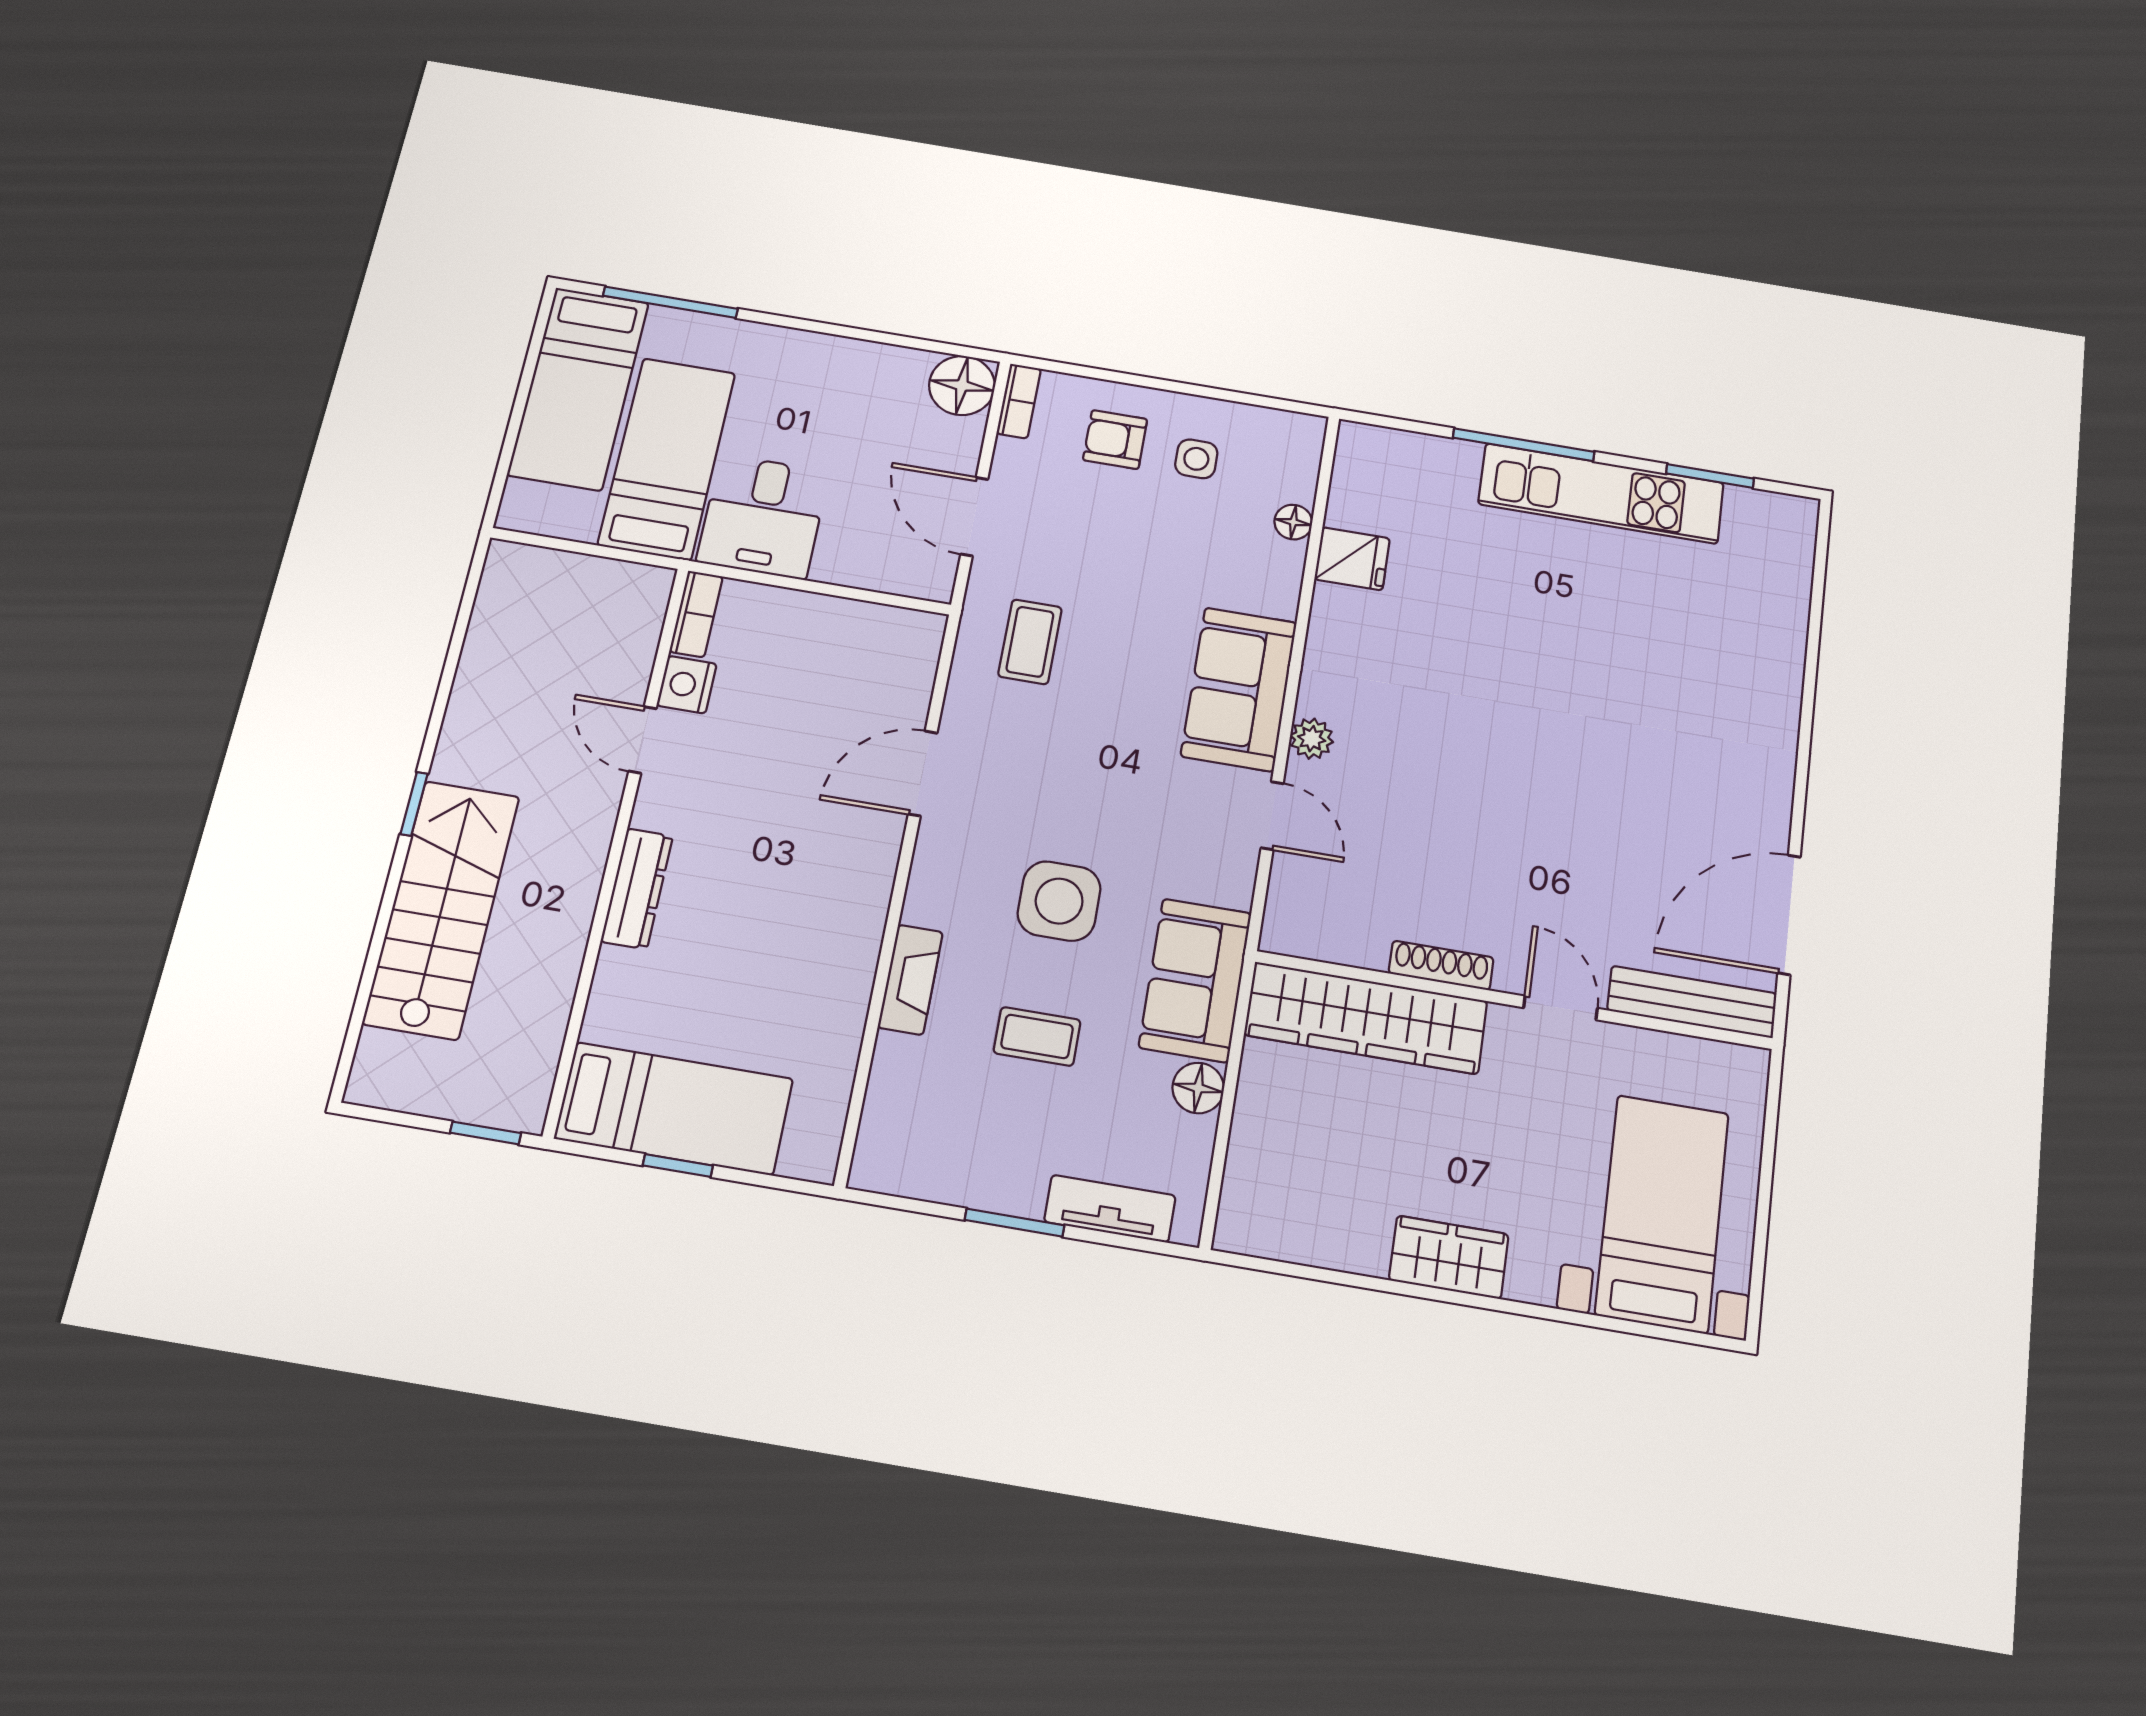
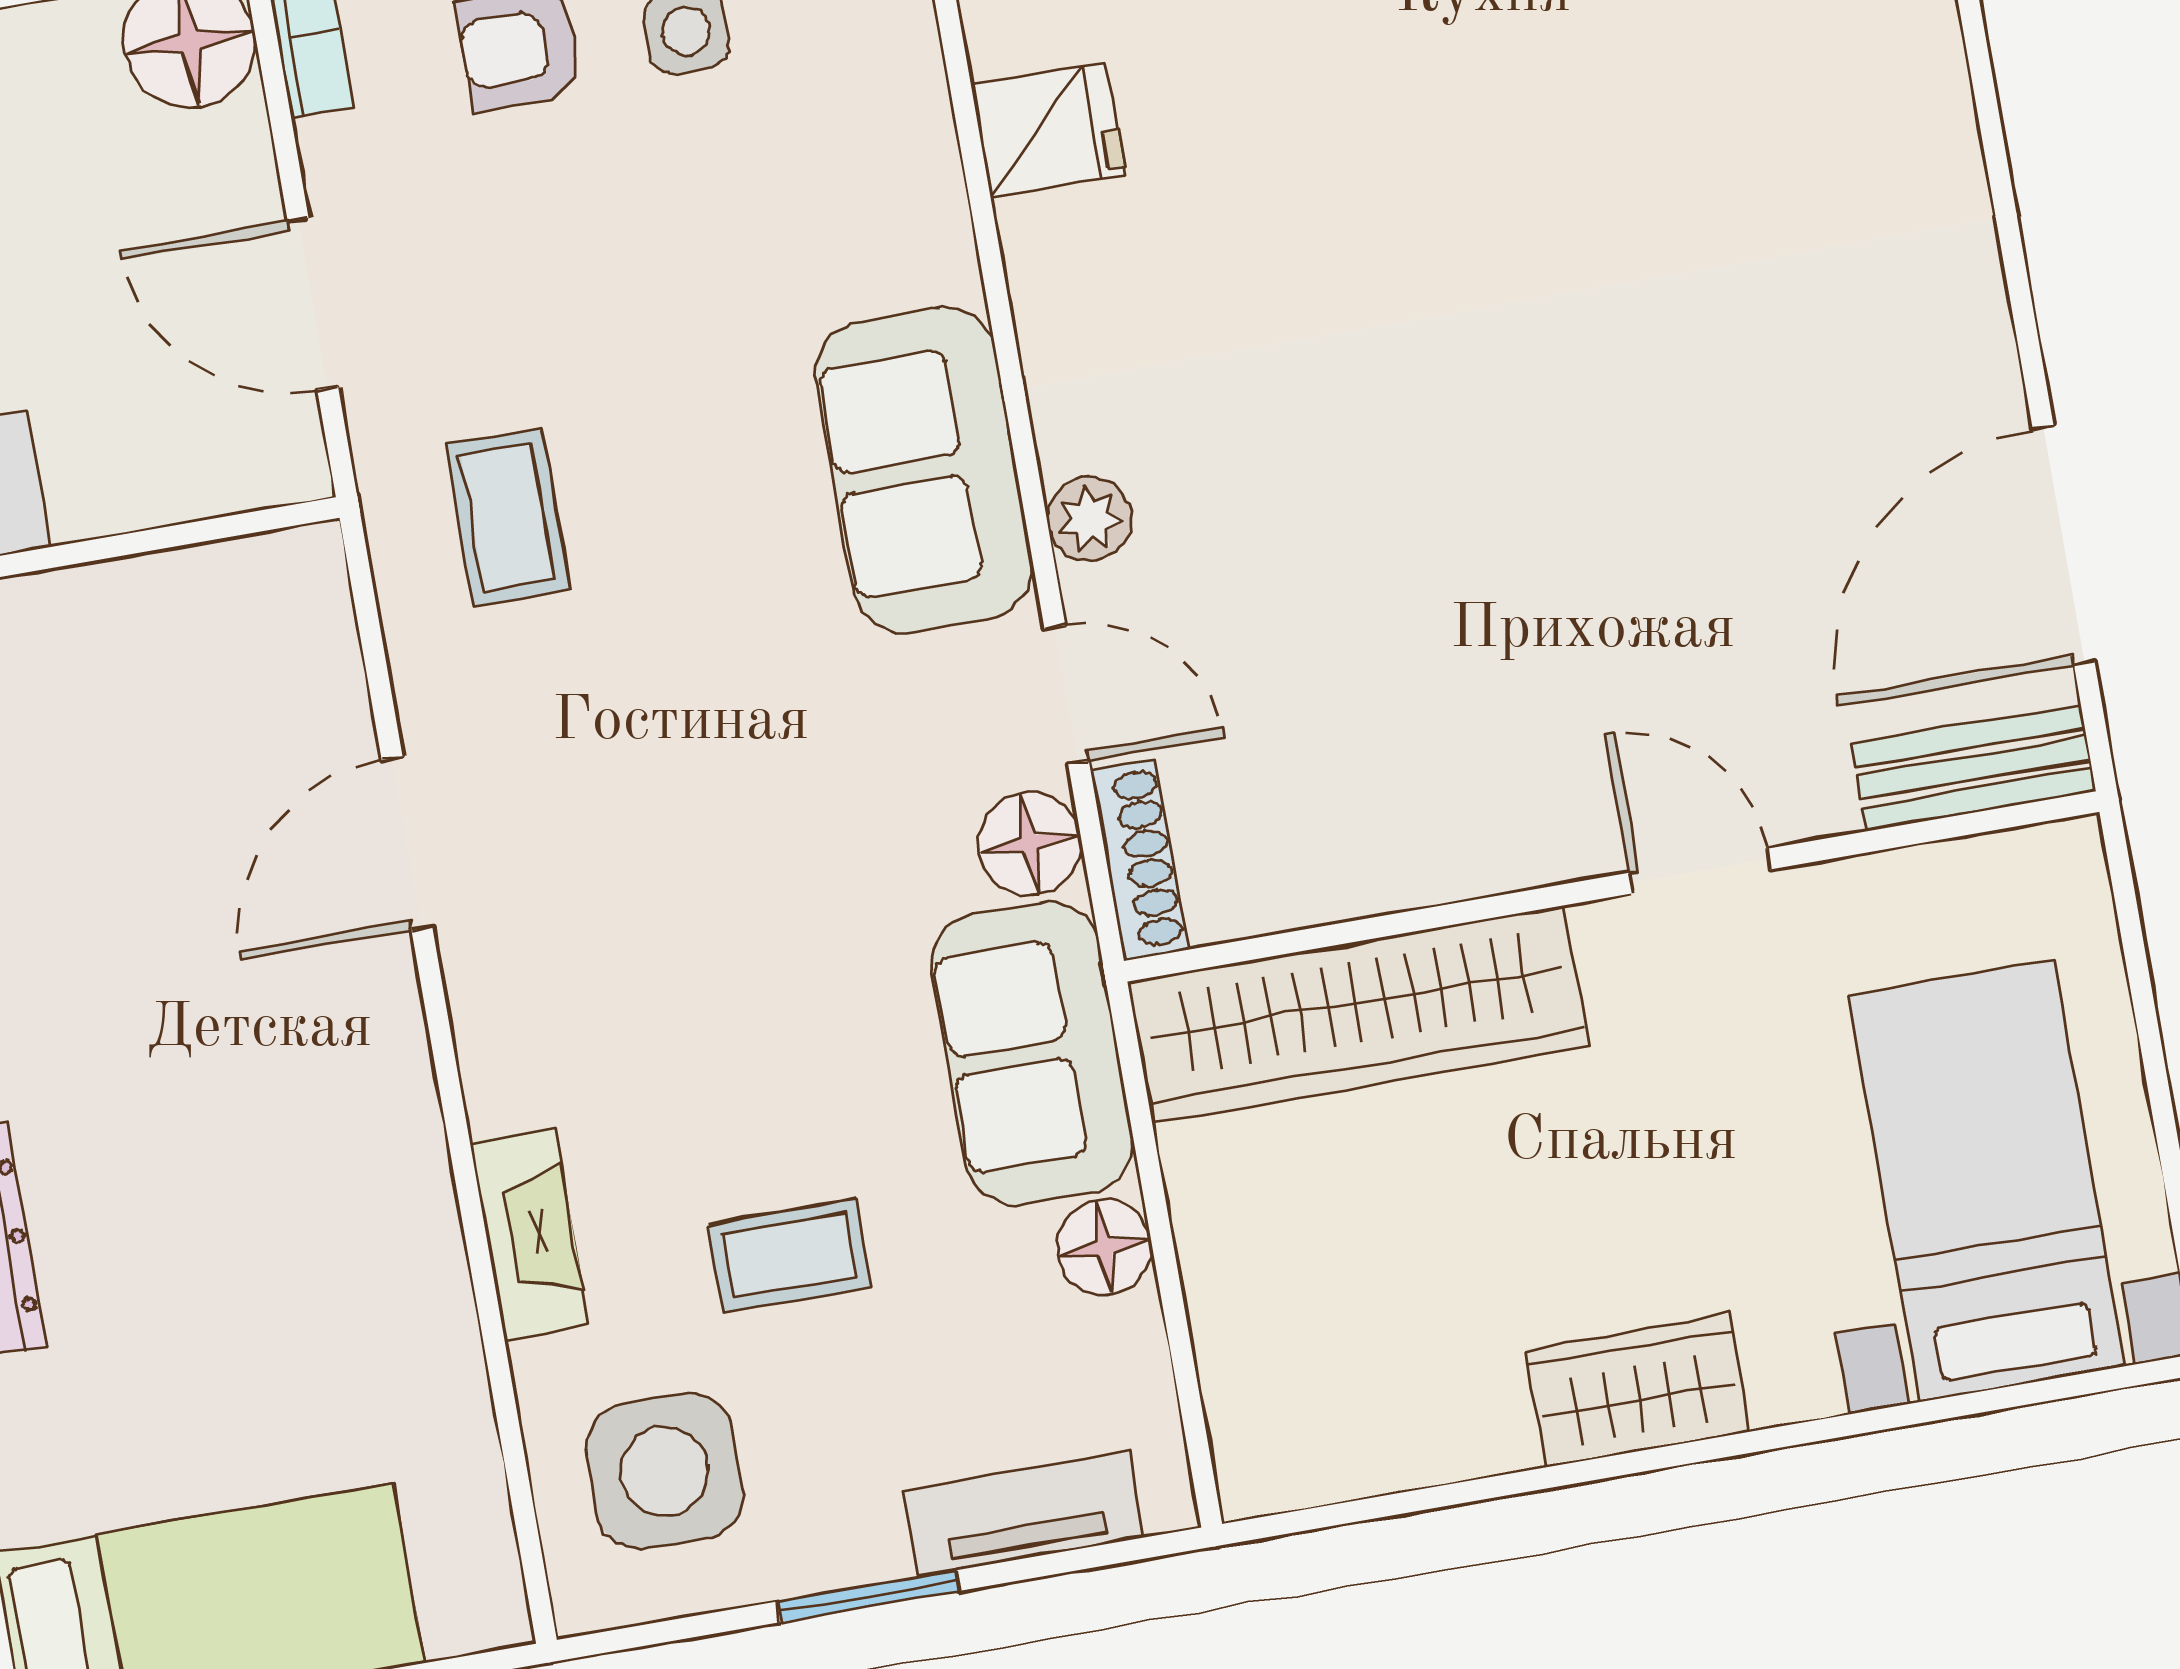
floor lamp: (1293, 522) -> (1030, 844), moved, width x1.37, depth x1.37
side table: (1059, 901) -> (664, 1471), moved
shoe rack: (1441, 965) -> (1139, 860), moved, turned 90
bench: (1692, 1002) -> (1974, 768), width x0.73

